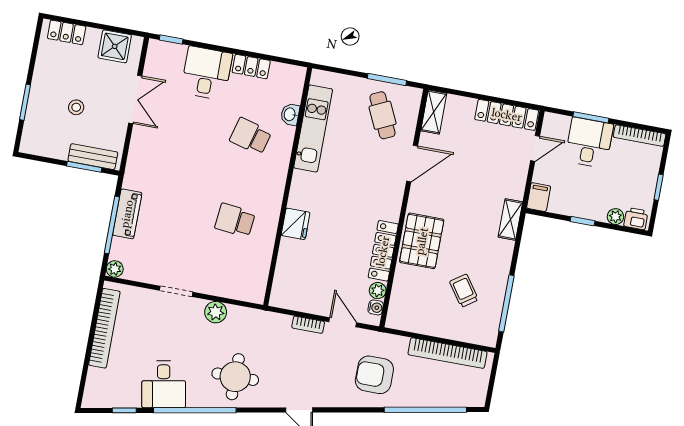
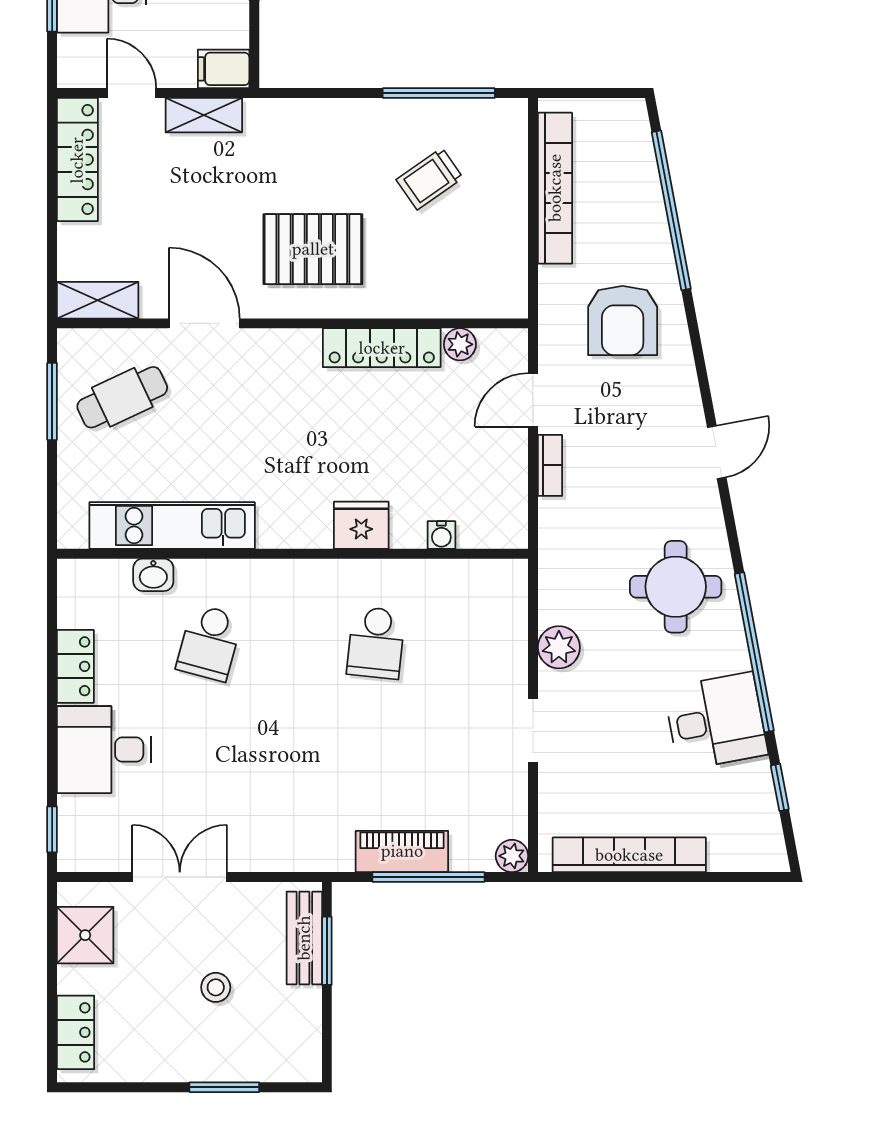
shelving: (510, 219) -> (204, 115), moved
pallet: (422, 241) -> (313, 249), moved
water cooler: (376, 307) -> (441, 535), moved, turned 180

